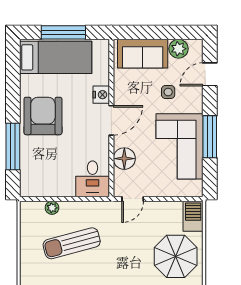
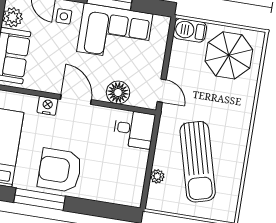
side table: (168, 92) -> (64, 16), moved
window: (13, 146) -> (40, 199), moved
sun lounger: (72, 243) -> (198, 162), width x1.36, depth x1.34

